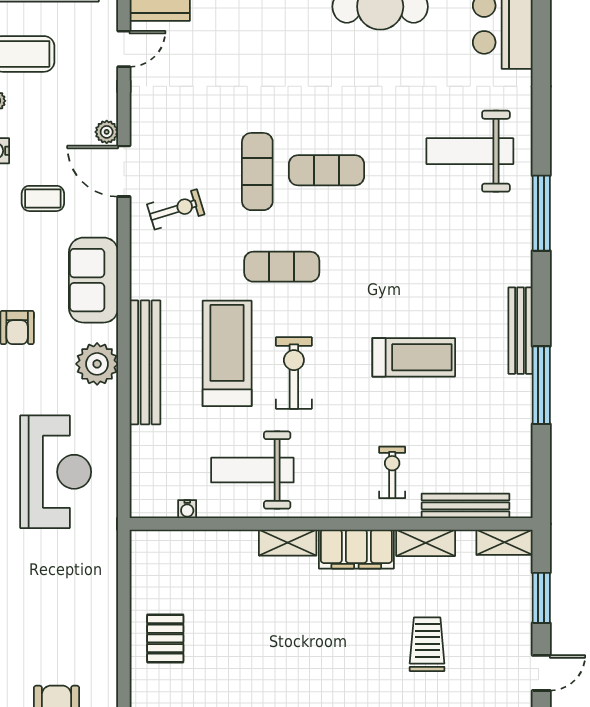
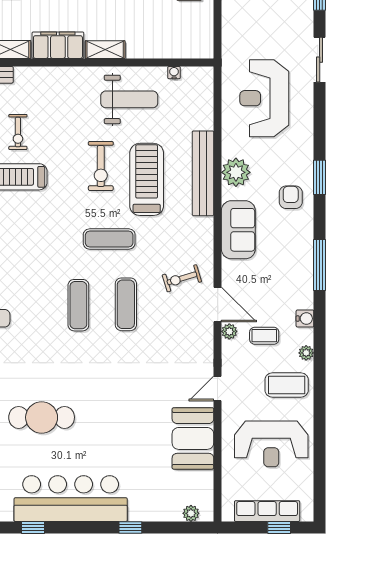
exercise mat: (326, 170) -> (78, 305), turned 90
coffee table: (43, 198) -> (264, 336), moved
treadmill: (227, 353) -> (147, 179), turned 180
exercise bike: (392, 472) -> (18, 132), moved

